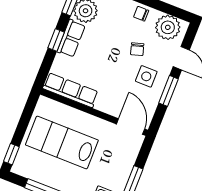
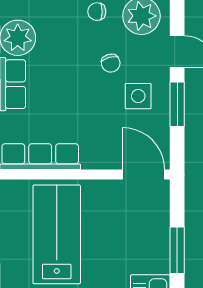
lab bench: (62, 142) -> (57, 234), turned 90

